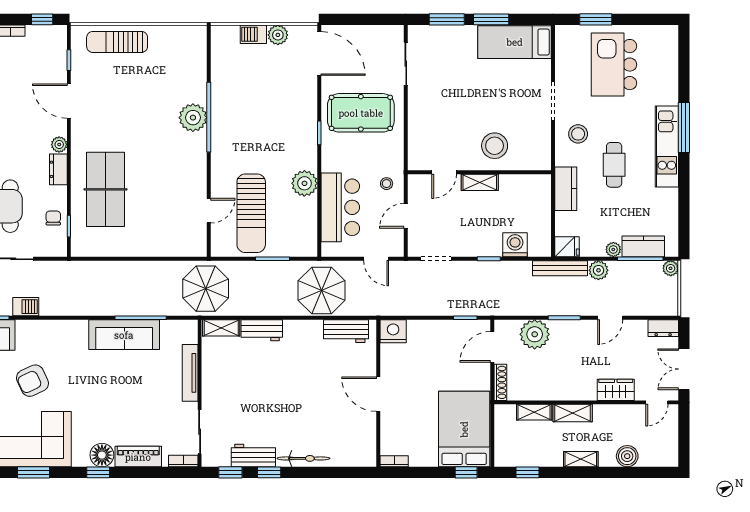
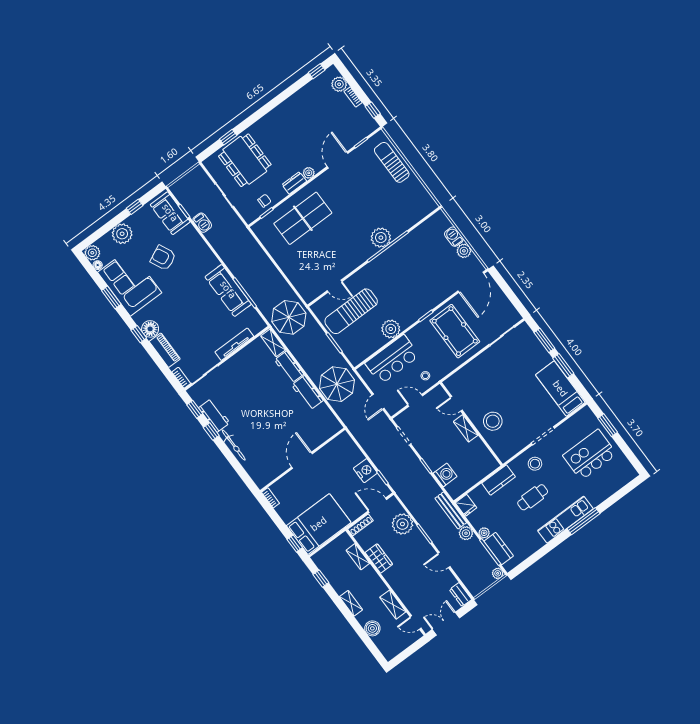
workbench: (346, 331) -> (307, 393), moved
nightstand: (393, 331) -> (365, 471), moved
wardrobe: (616, 390) -> (379, 558), moved
shelving: (573, 413) -> (393, 605), moved

